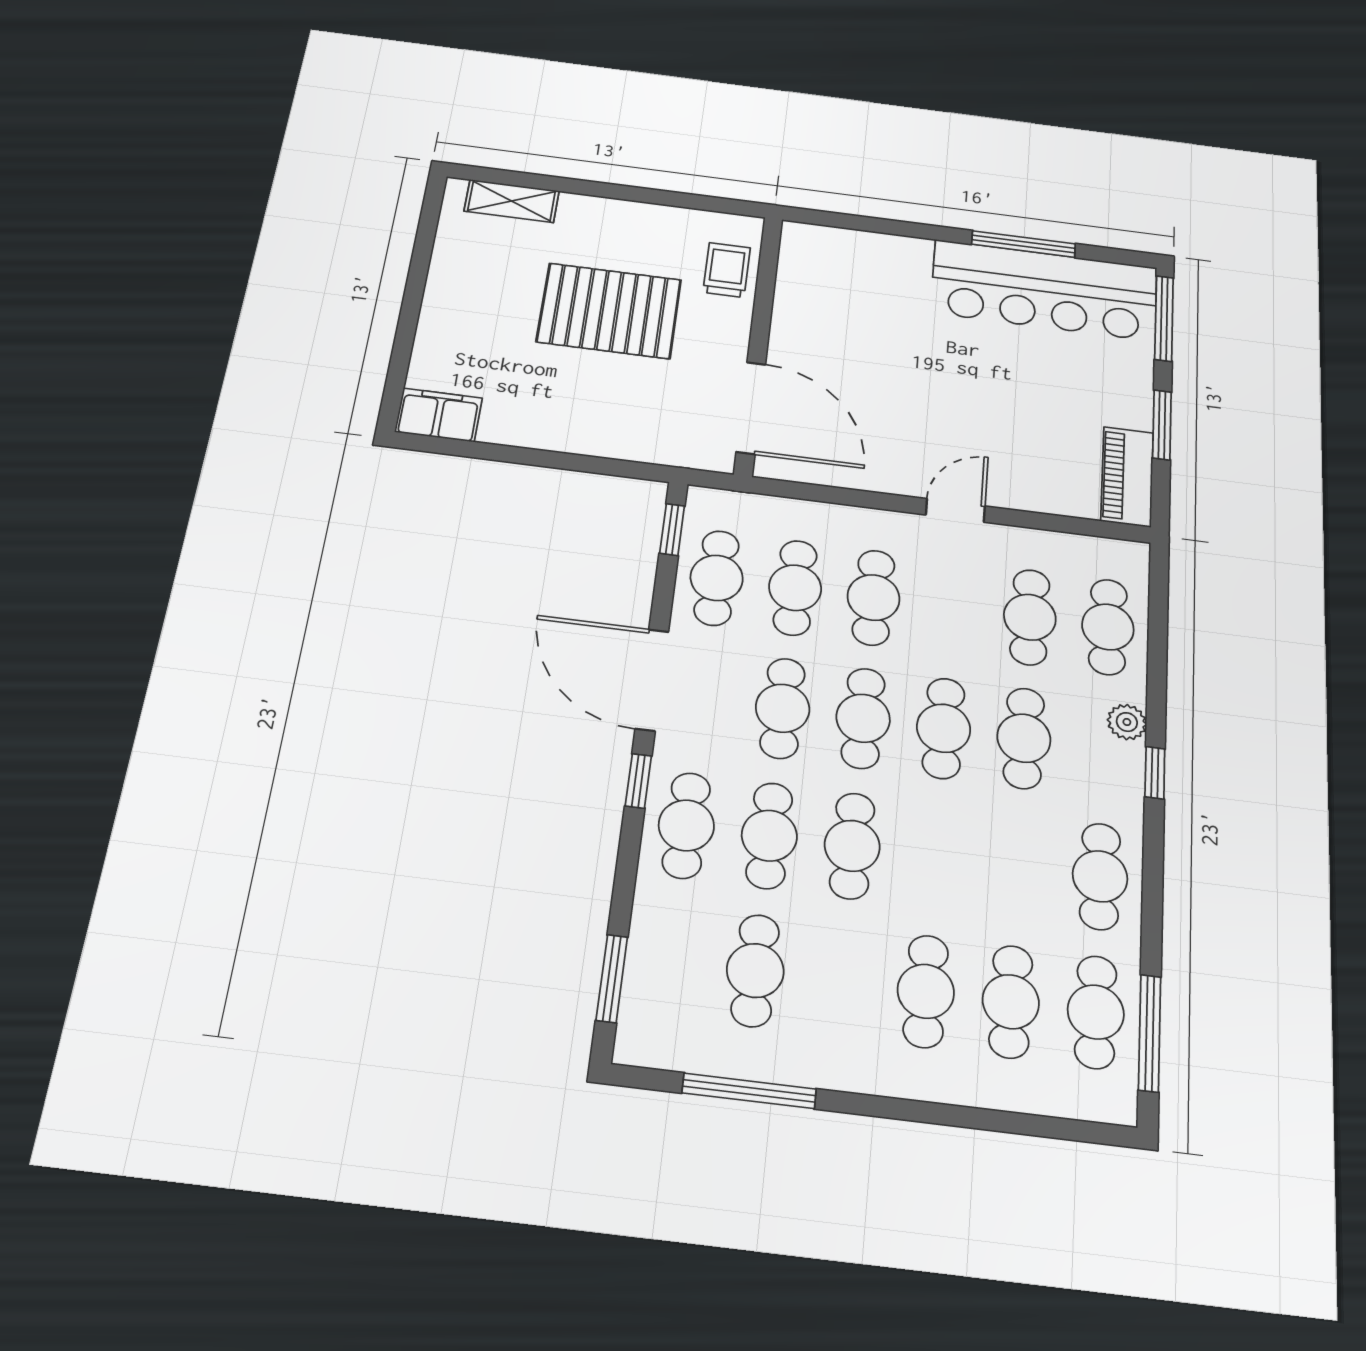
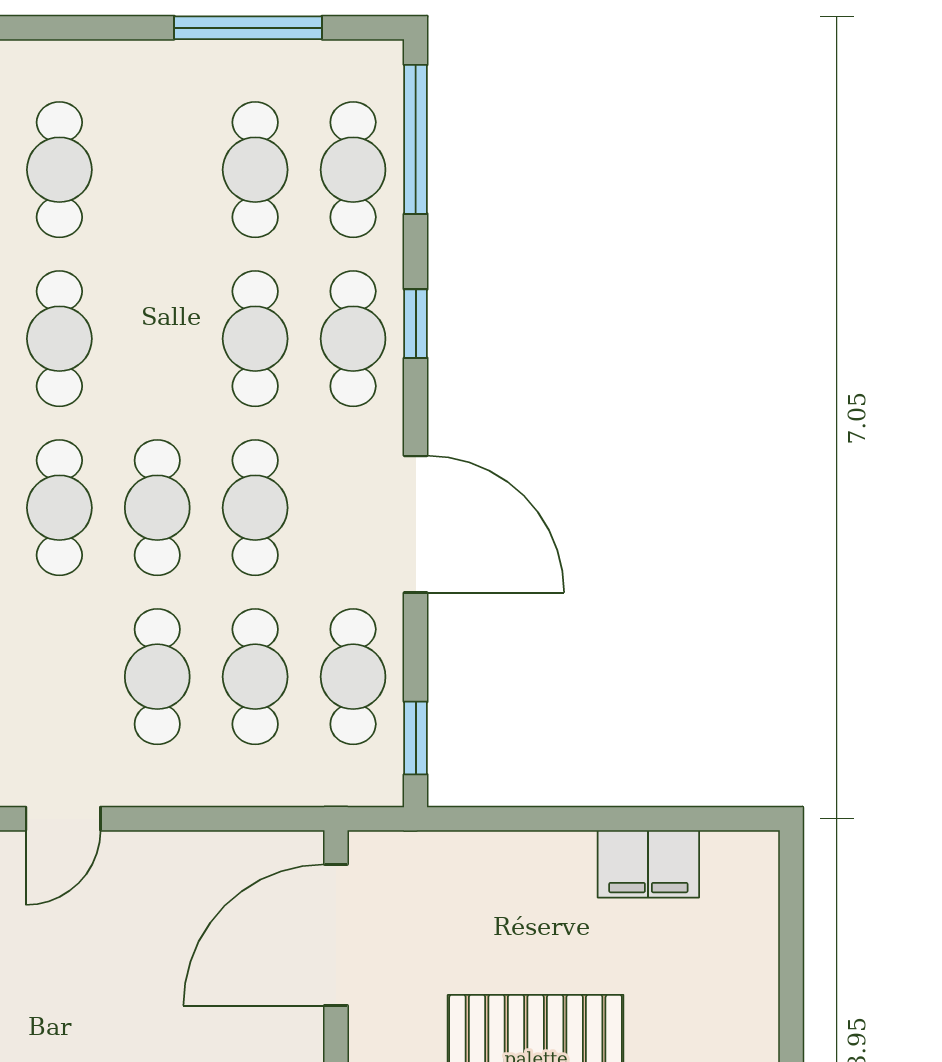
door: (751, 408) -> (336, 935), hinge flipped
filing cabinet: (439, 415) -> (648, 864), moved
window: (638, 781) -> (416, 324), moved
cafe table: (852, 846) -> (59, 339), moved
cafe table: (670, 960) -> (353, 170), added
window: (612, 978) -> (416, 139), width x1.44

